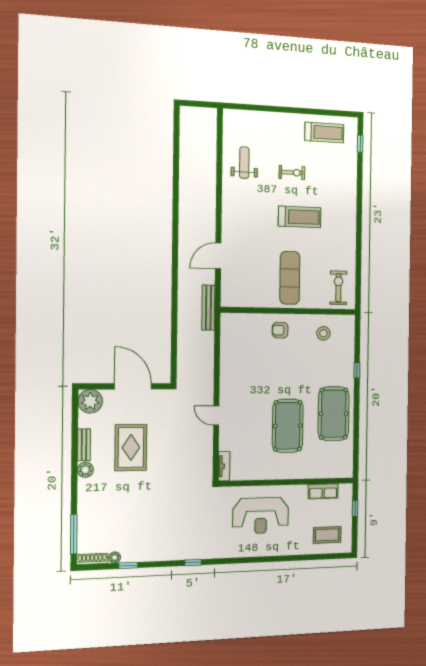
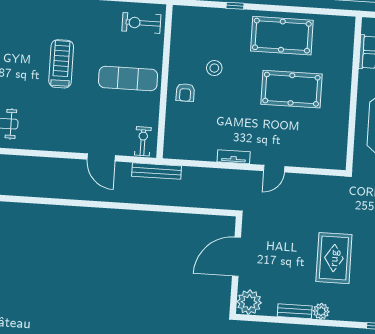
exercise bike: (292, 173) -> (143, 141), moved
stool: (323, 333) -> (214, 68), moved
rug: (131, 447) -> (334, 258), moved, turned 90
tv unit: (224, 466) -> (234, 157), moved

